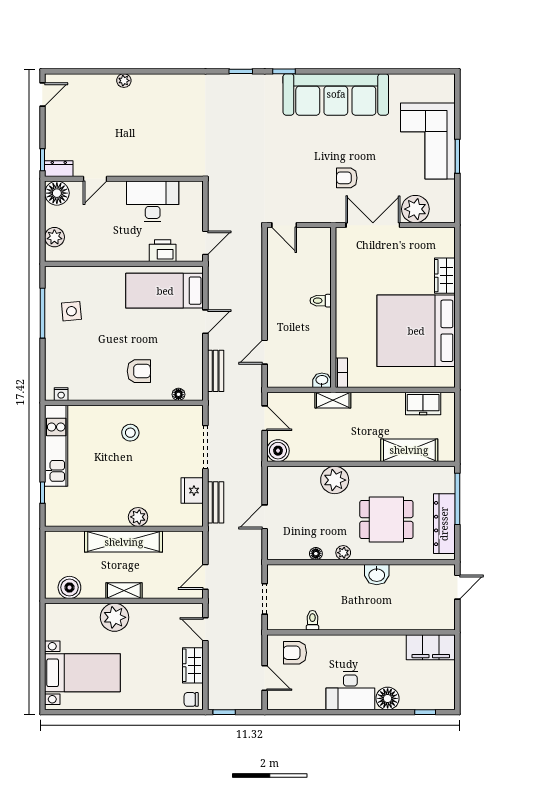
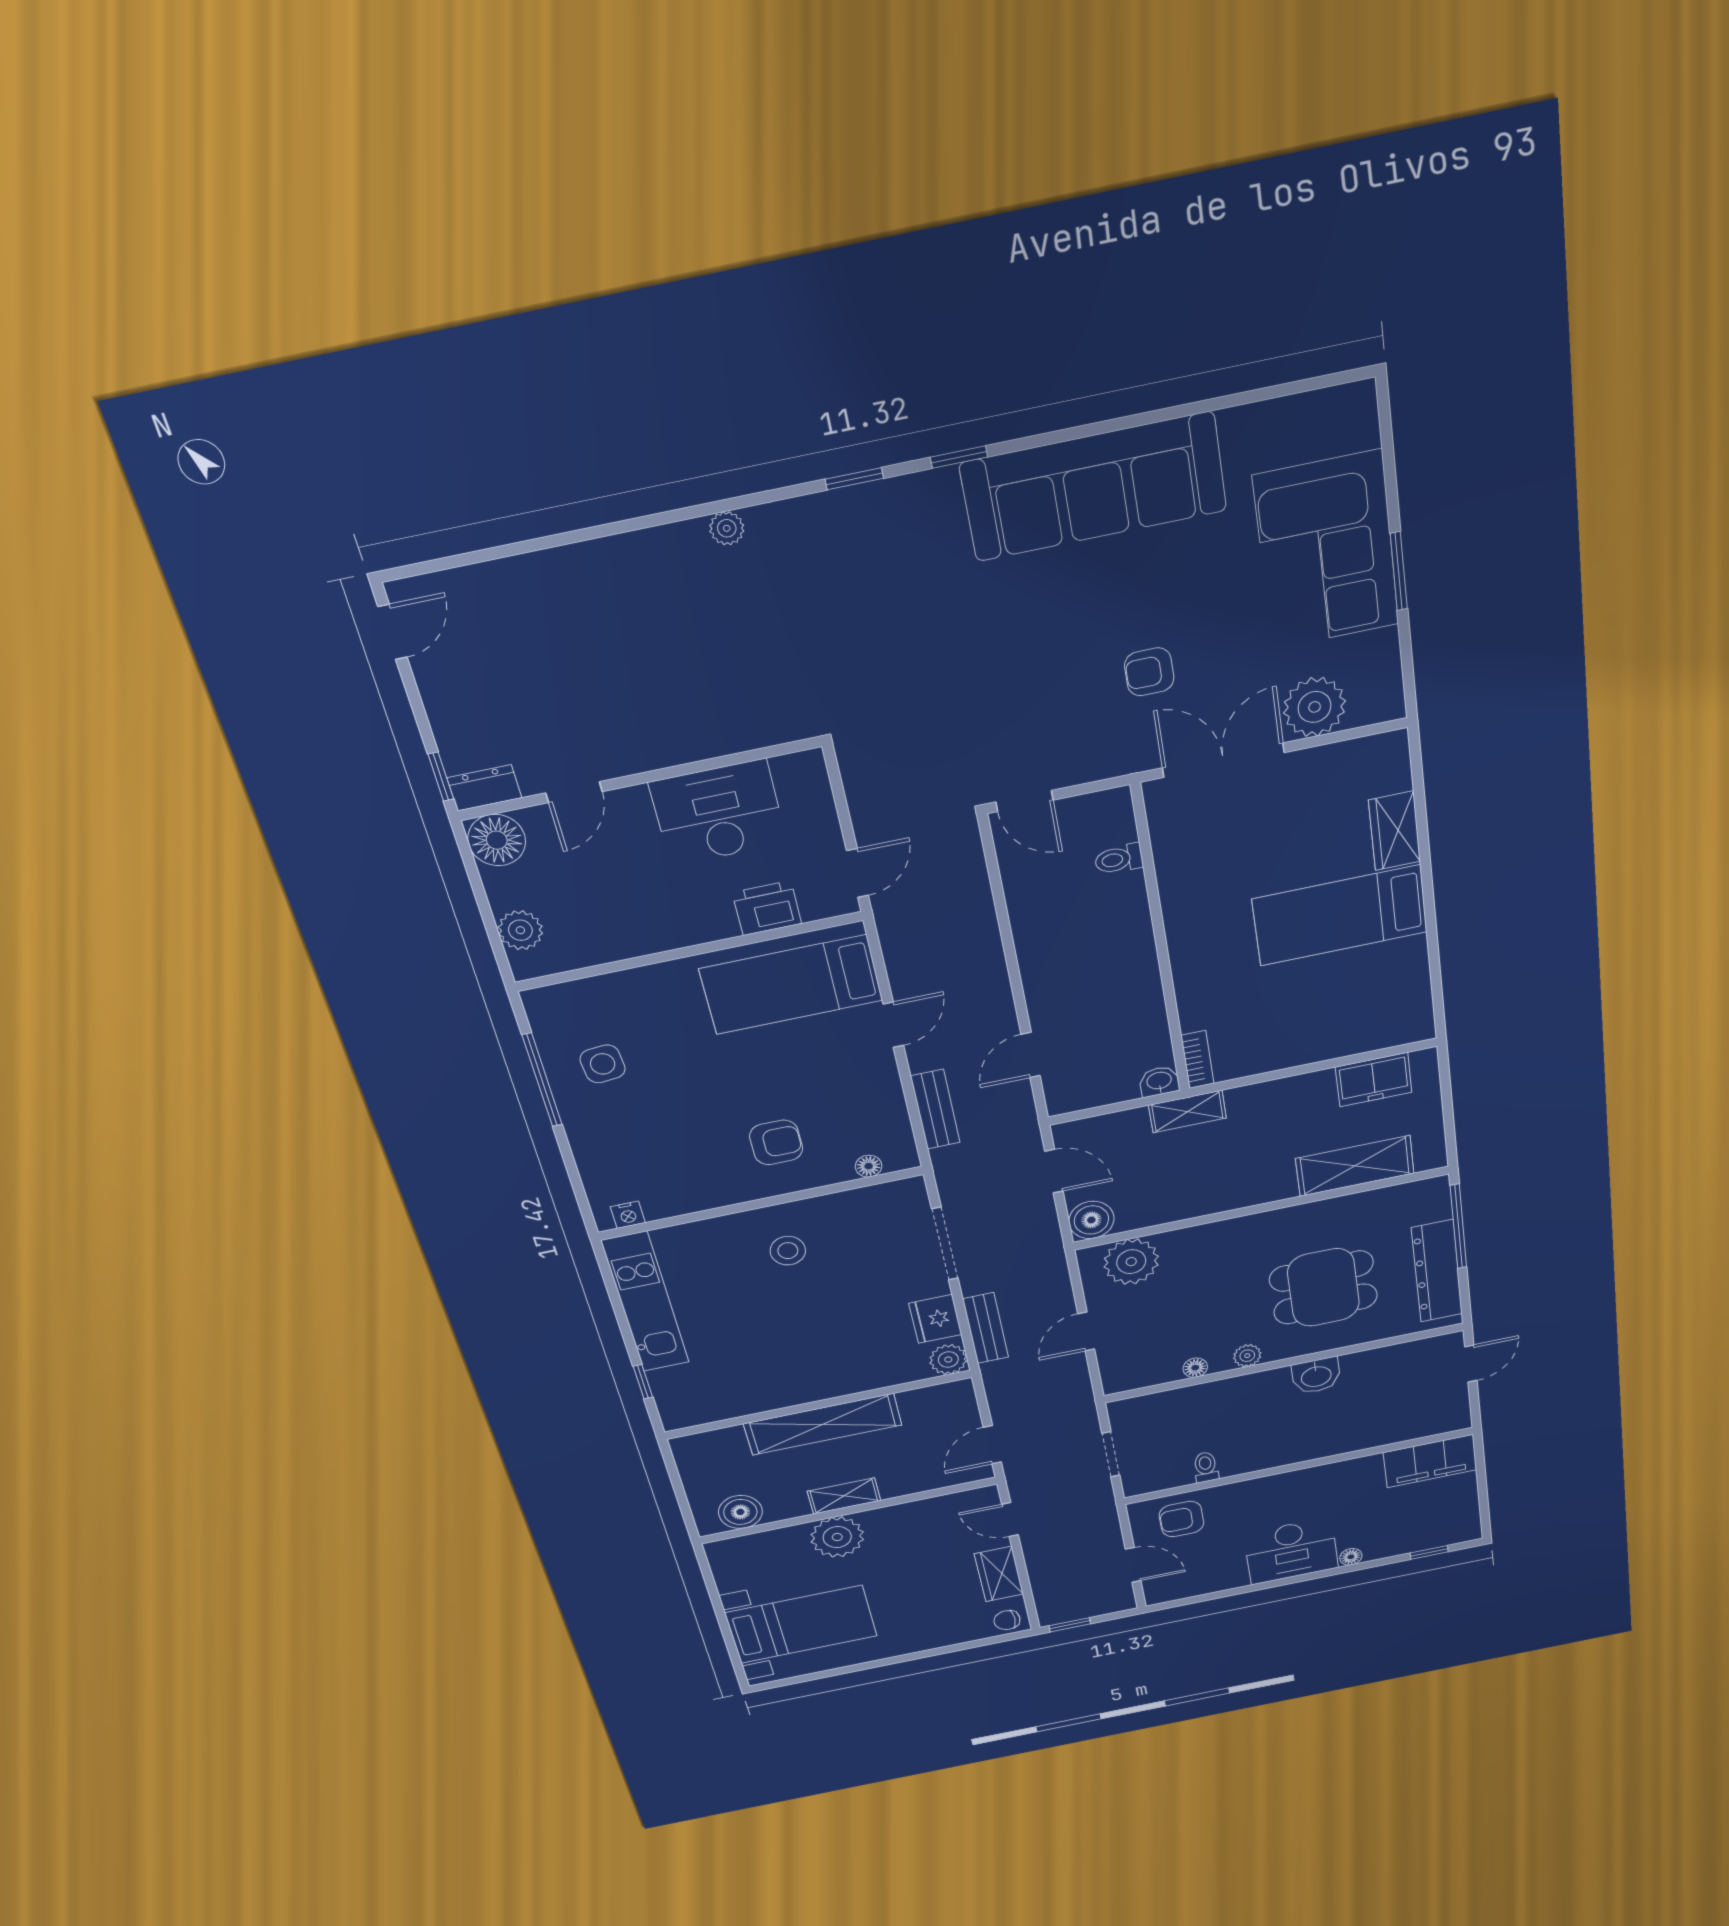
plant: (124, 81) -> (727, 528), moved
toilet: (321, 301) -> (1119, 859), moved
bed: (416, 331) -> (1340, 916), width x0.49
plant: (335, 480) -> (1131, 1262), moved
plant: (138, 517) -> (948, 1360), moved
floor lamp: (388, 698) -> (1351, 1557), width x0.53, depth x0.53

